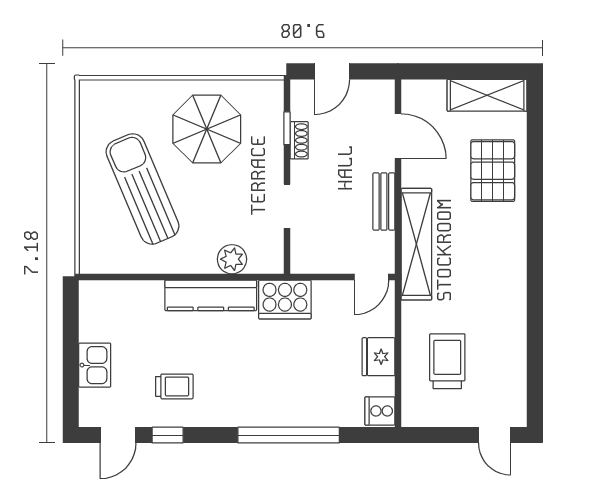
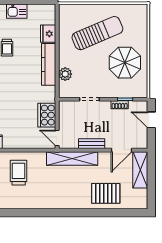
shelving: (487, 95) -> (140, 170), moved
cooker: (285, 300) -> (47, 115), moved
fridge: (378, 357) -> (48, 34), moved, turned -90
trolley: (447, 361) -> (19, 173), turned -90

